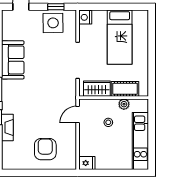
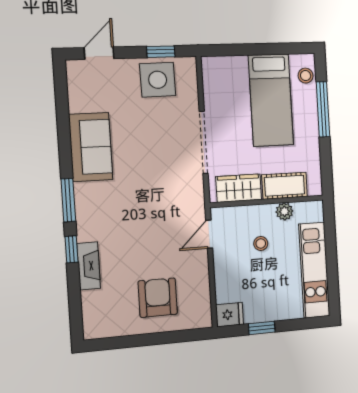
nightstand: (85, 17) -> (212, 68), removed
stool: (142, 23) -> (306, 76), added
window: (152, 44) -> (323, 109), added
window: (106, 173) -> (262, 328), added

